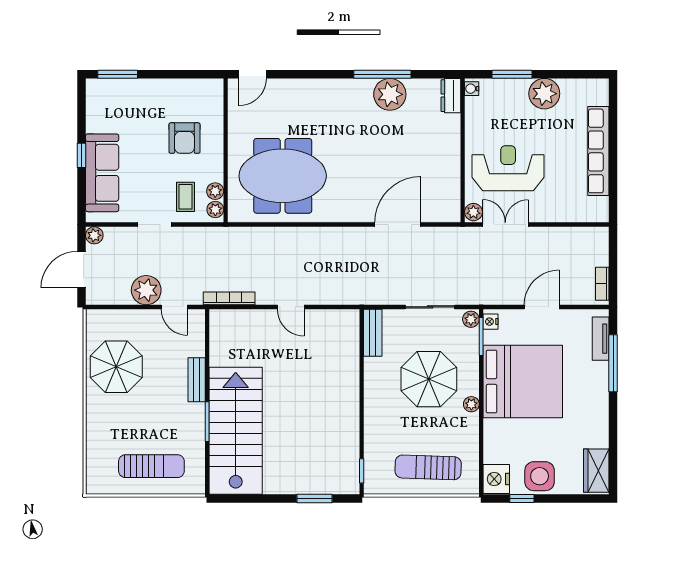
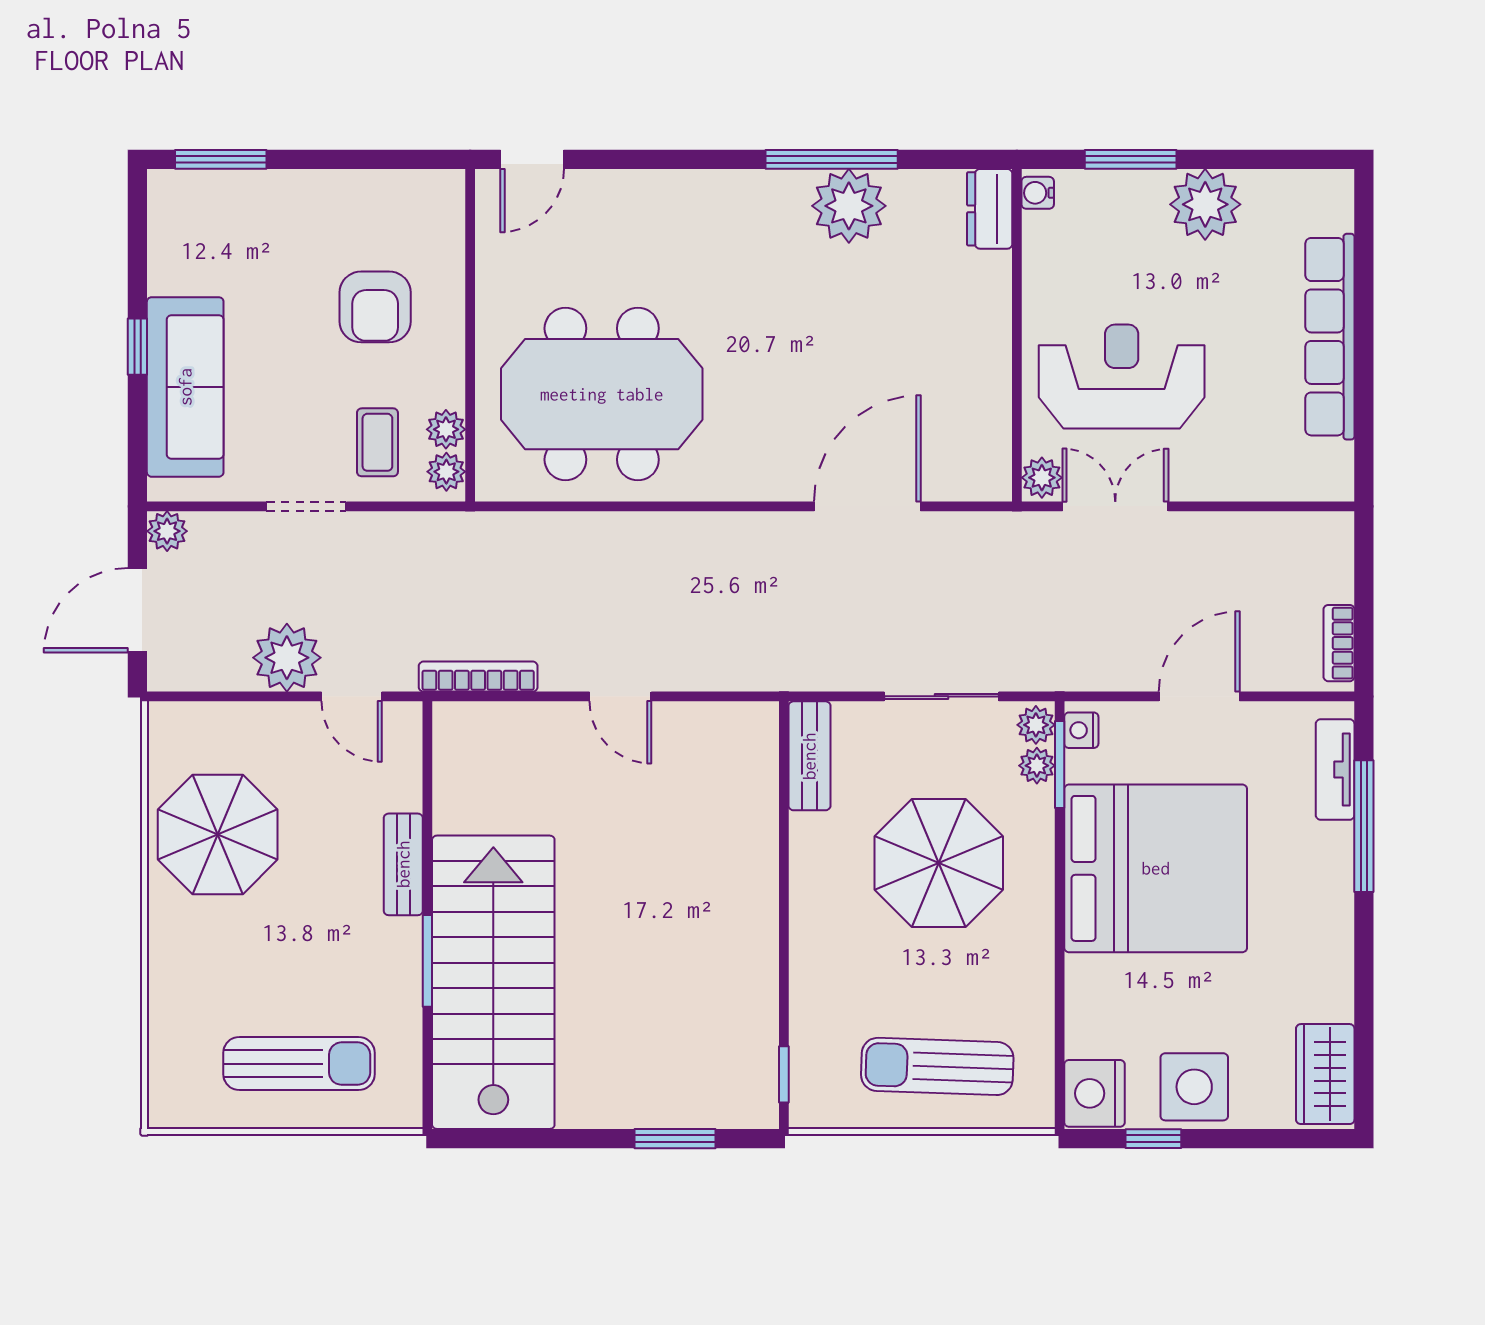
plant: (471, 404) -> (1037, 766), moved

